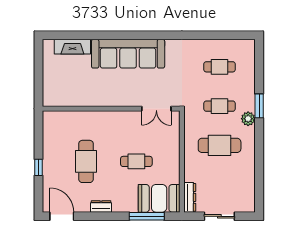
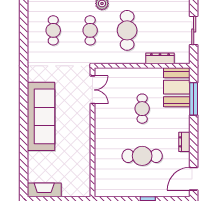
fireplace: (72, 47) -> (44, 190), moved, turned -90
dresser: (190, 197) -> (160, 58), moved

